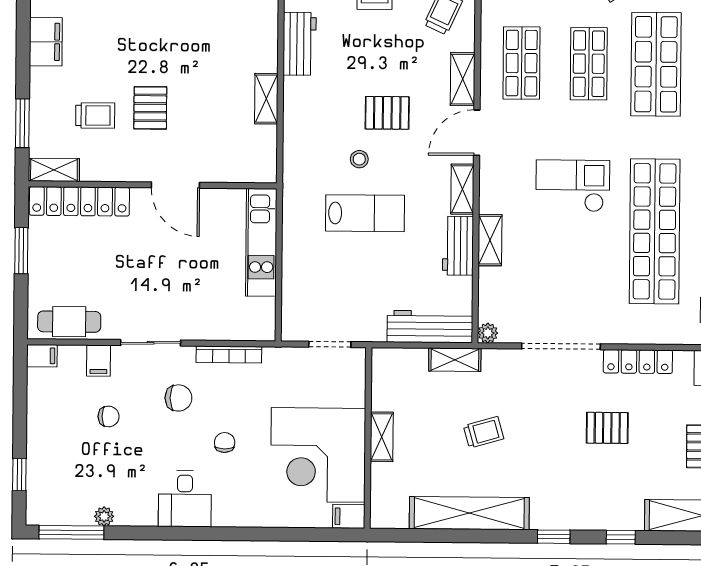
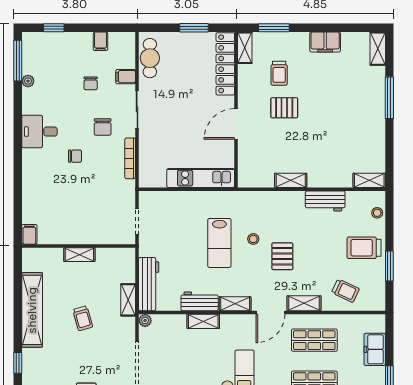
door: (477, 133) -> (270, 312), swing flipped
filing cabinet: (42, 356) -> (101, 41), moved
corner desk: (318, 455) -> (68, 215), removed

